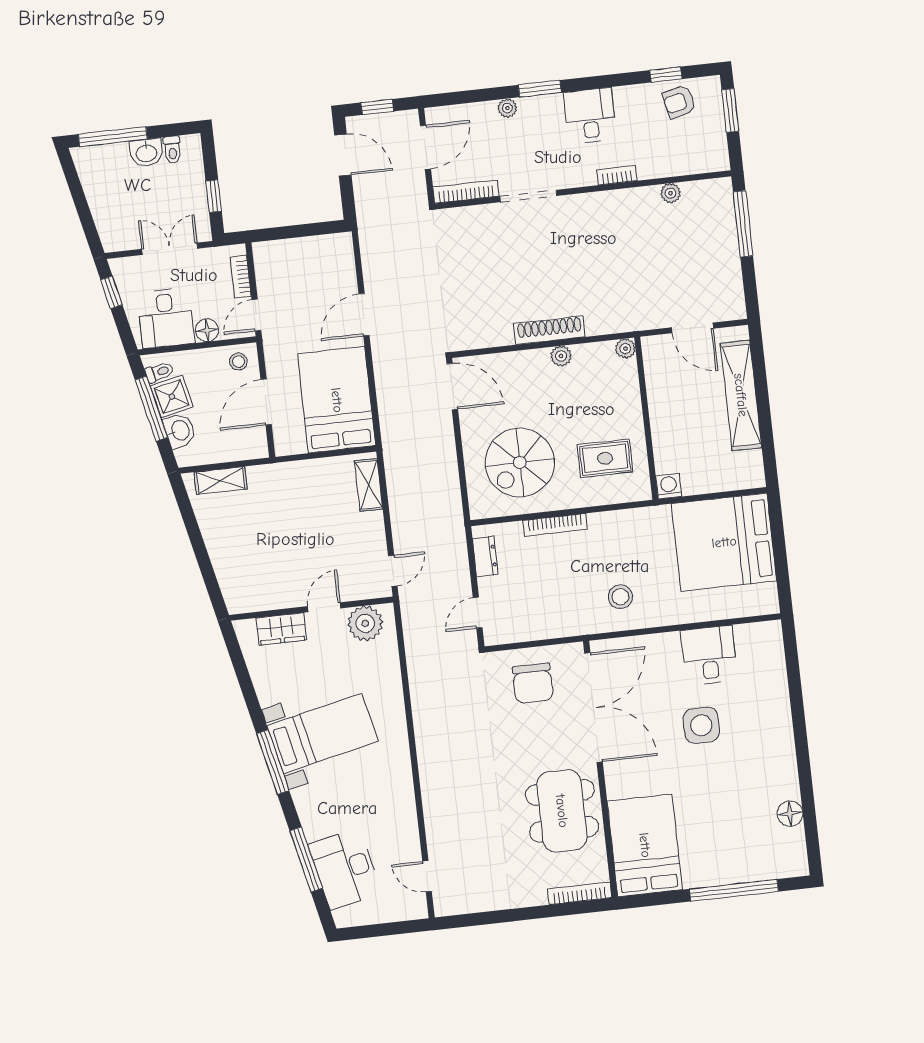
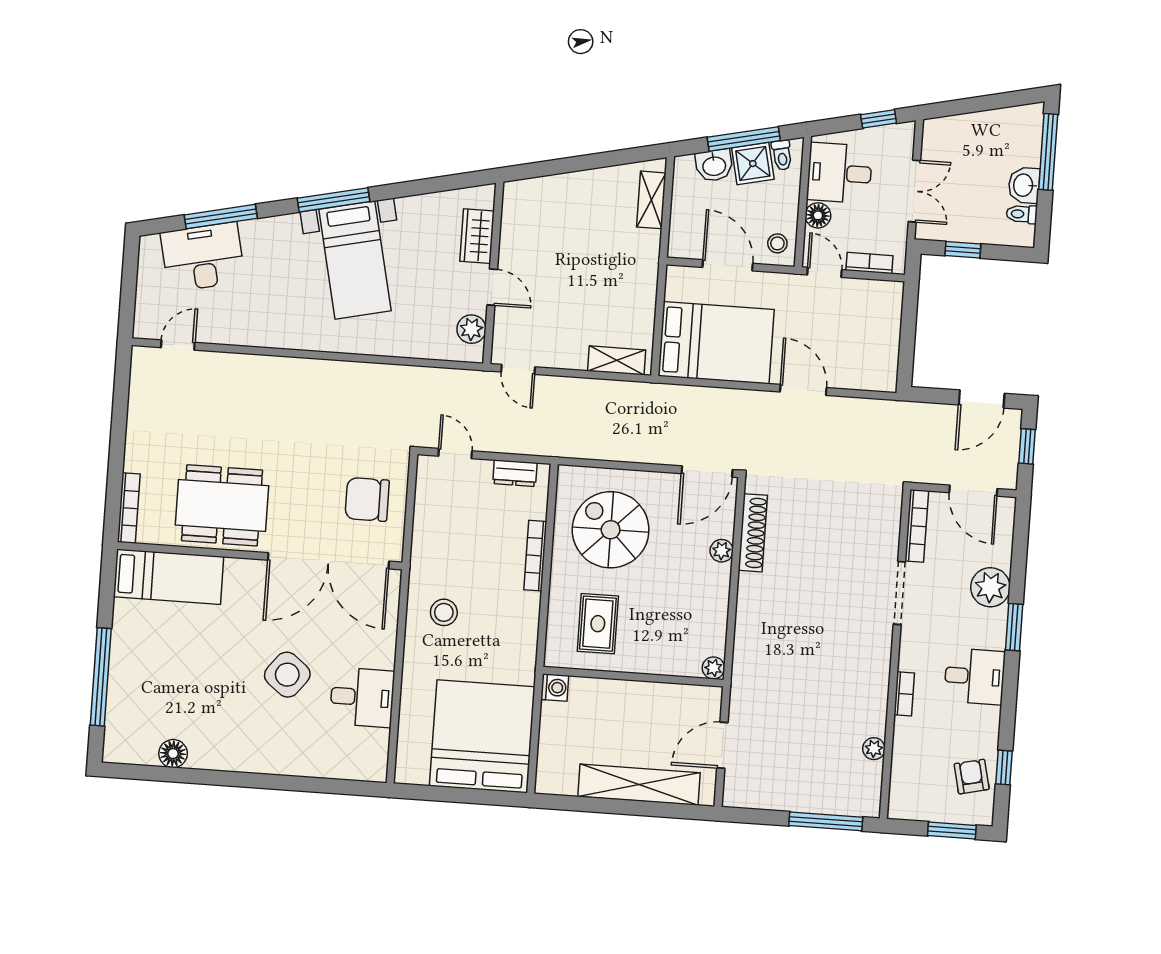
plant: (507, 108) -> (990, 587), width x1.88, depth x1.88
shoe rack: (549, 330) -> (753, 533), moved
plant: (561, 356) -> (722, 551), moved
plant: (365, 623) -> (471, 329), width x0.73, depth x0.73
side table: (701, 725) -> (287, 675), turned 38
bed: (645, 845) -> (169, 577), width x0.67

